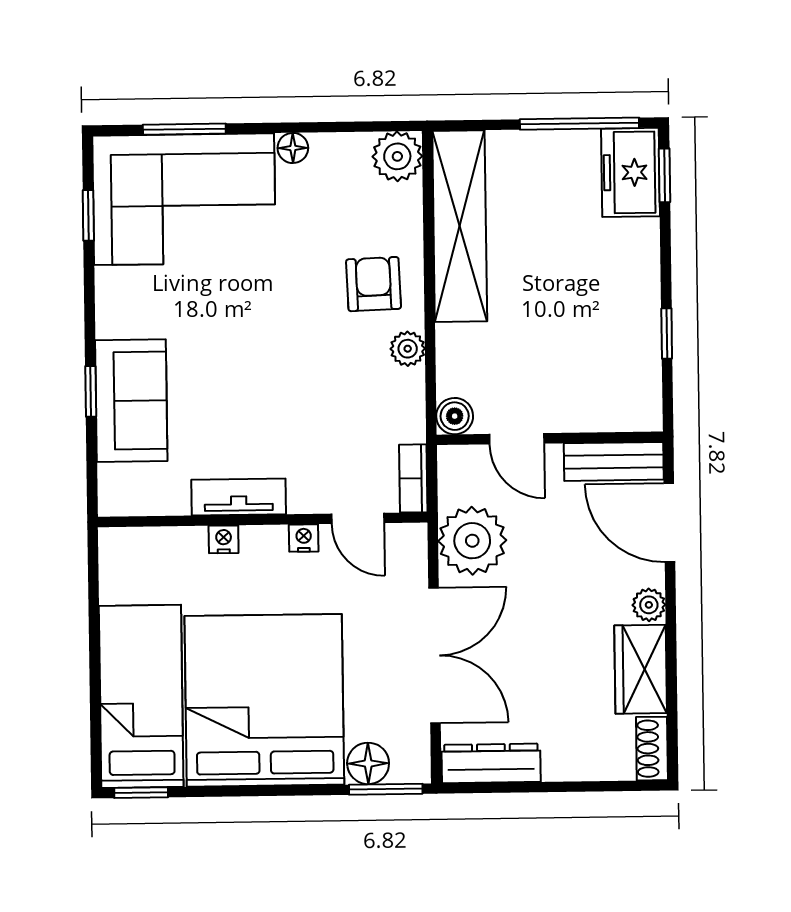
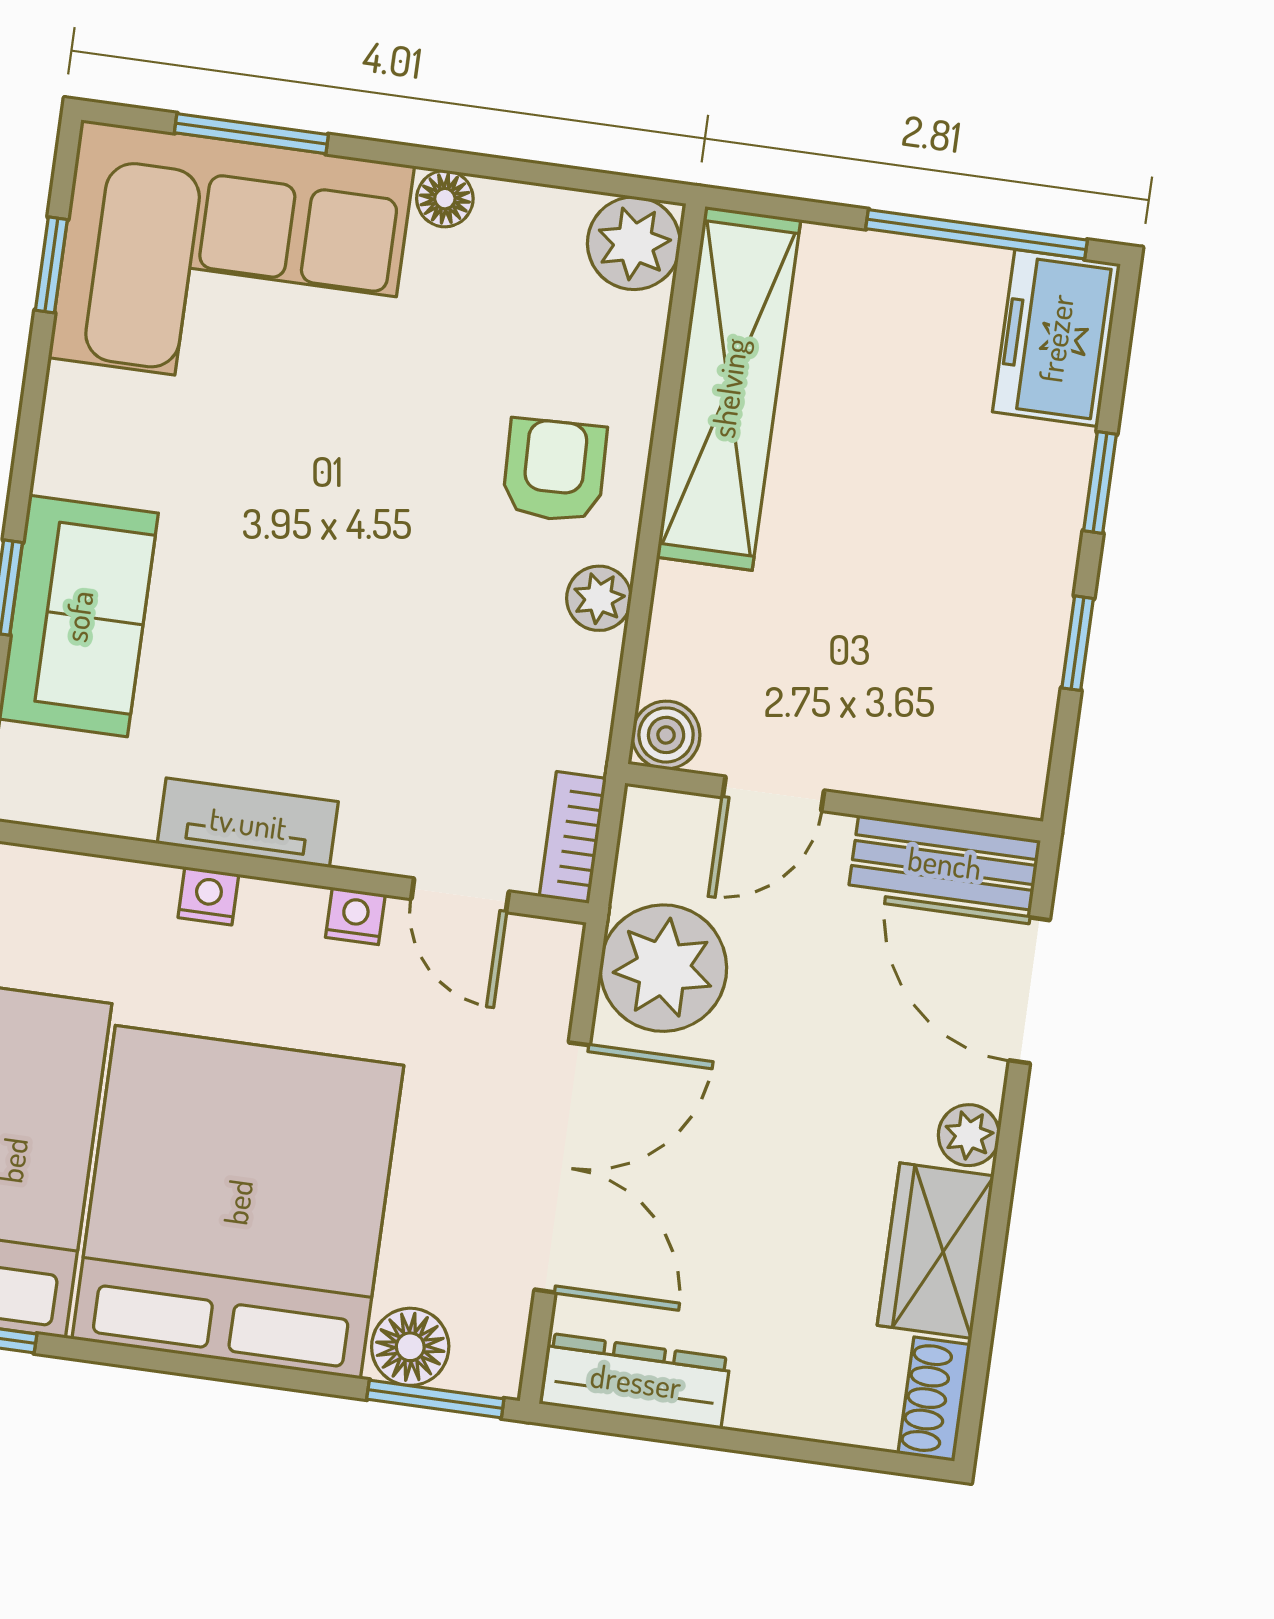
window: (665, 175) -> (1100, 483), moved
door: (517, 439) -> (773, 794), hinge flipped

